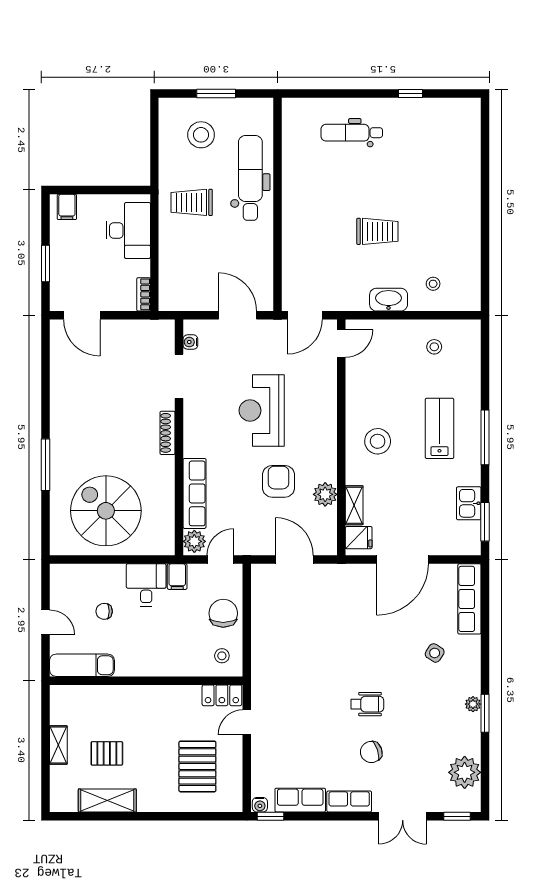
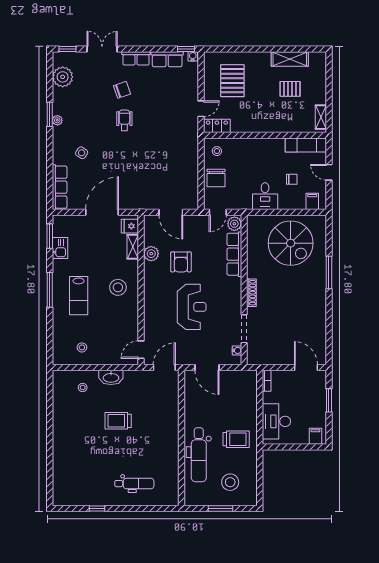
filing cabinet: (177, 577) -> (312, 201), moved
wheelchair: (367, 704) -> (124, 120), turned 90
shelving: (58, 745) -> (321, 117), moved

